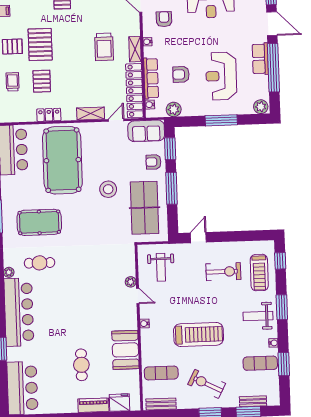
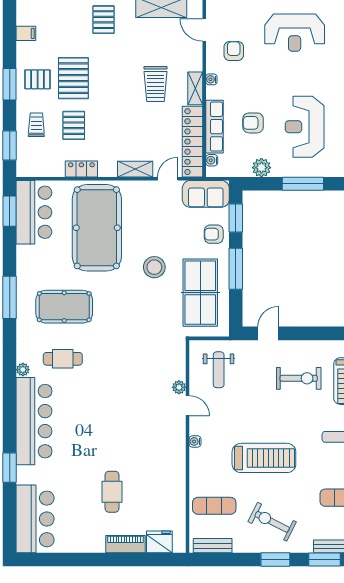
plant: (174, 109) -> (261, 168), moved
booth: (125, 350) -> (169, 475), removed

